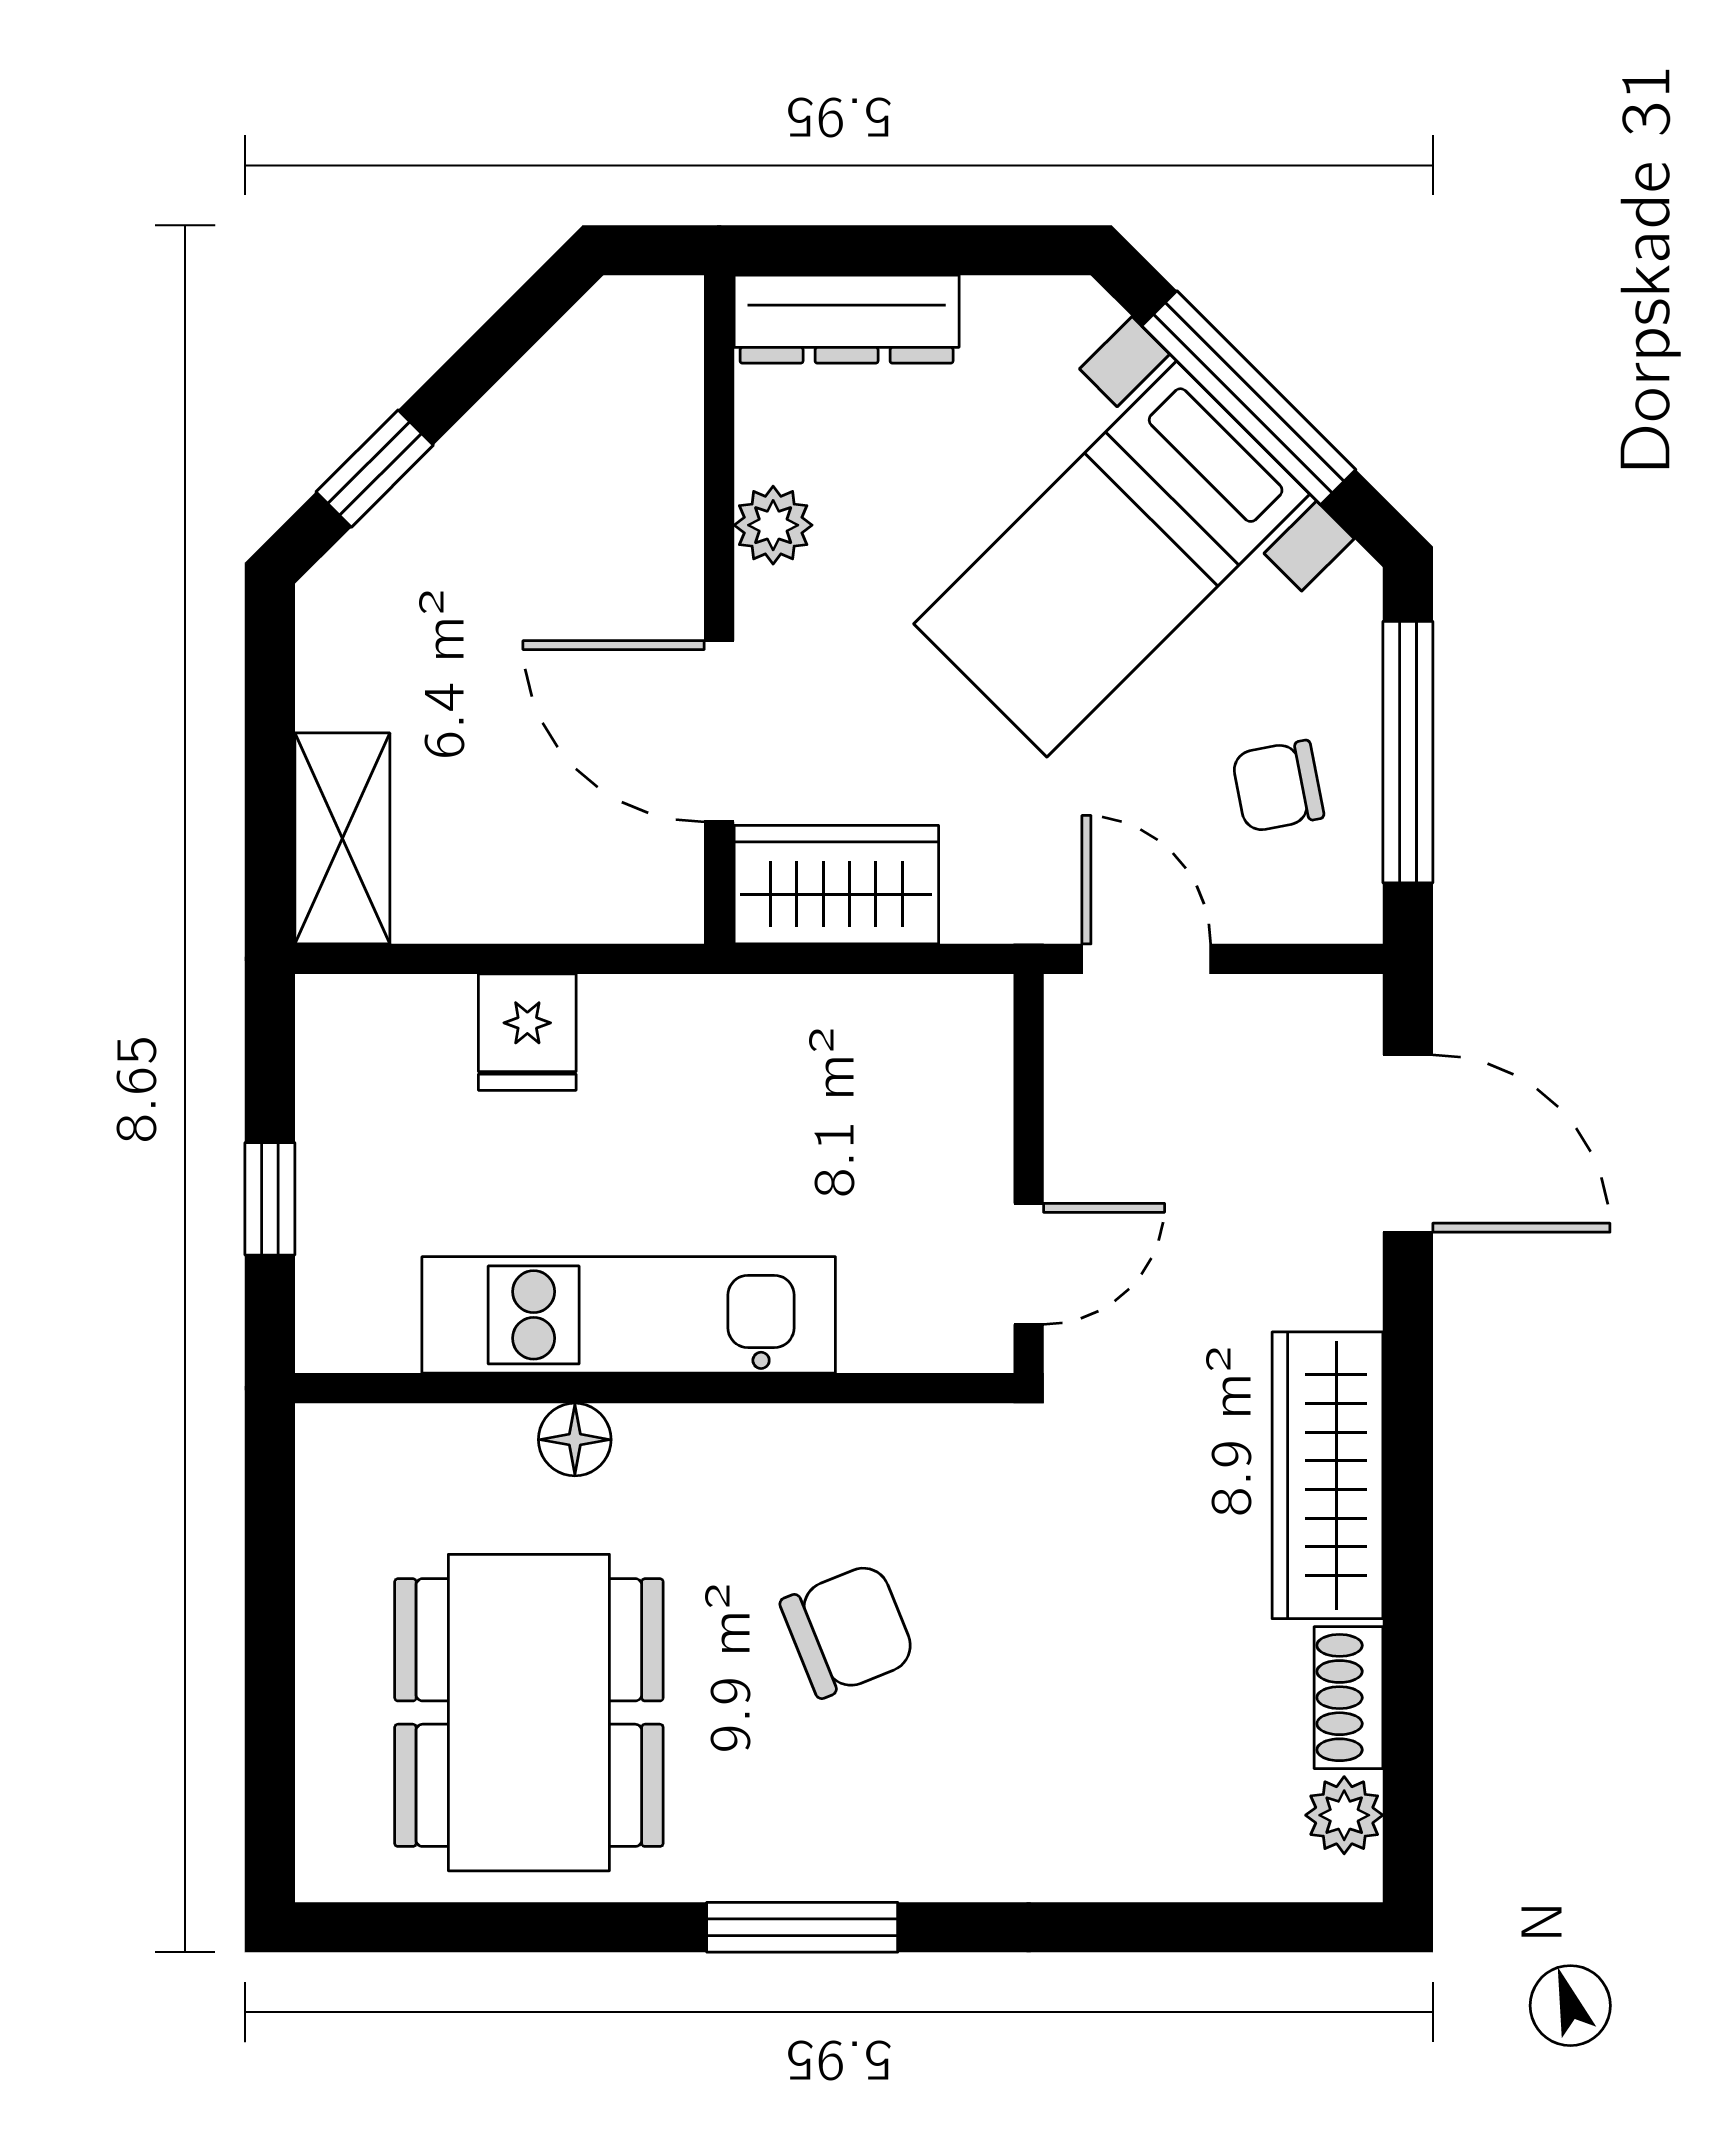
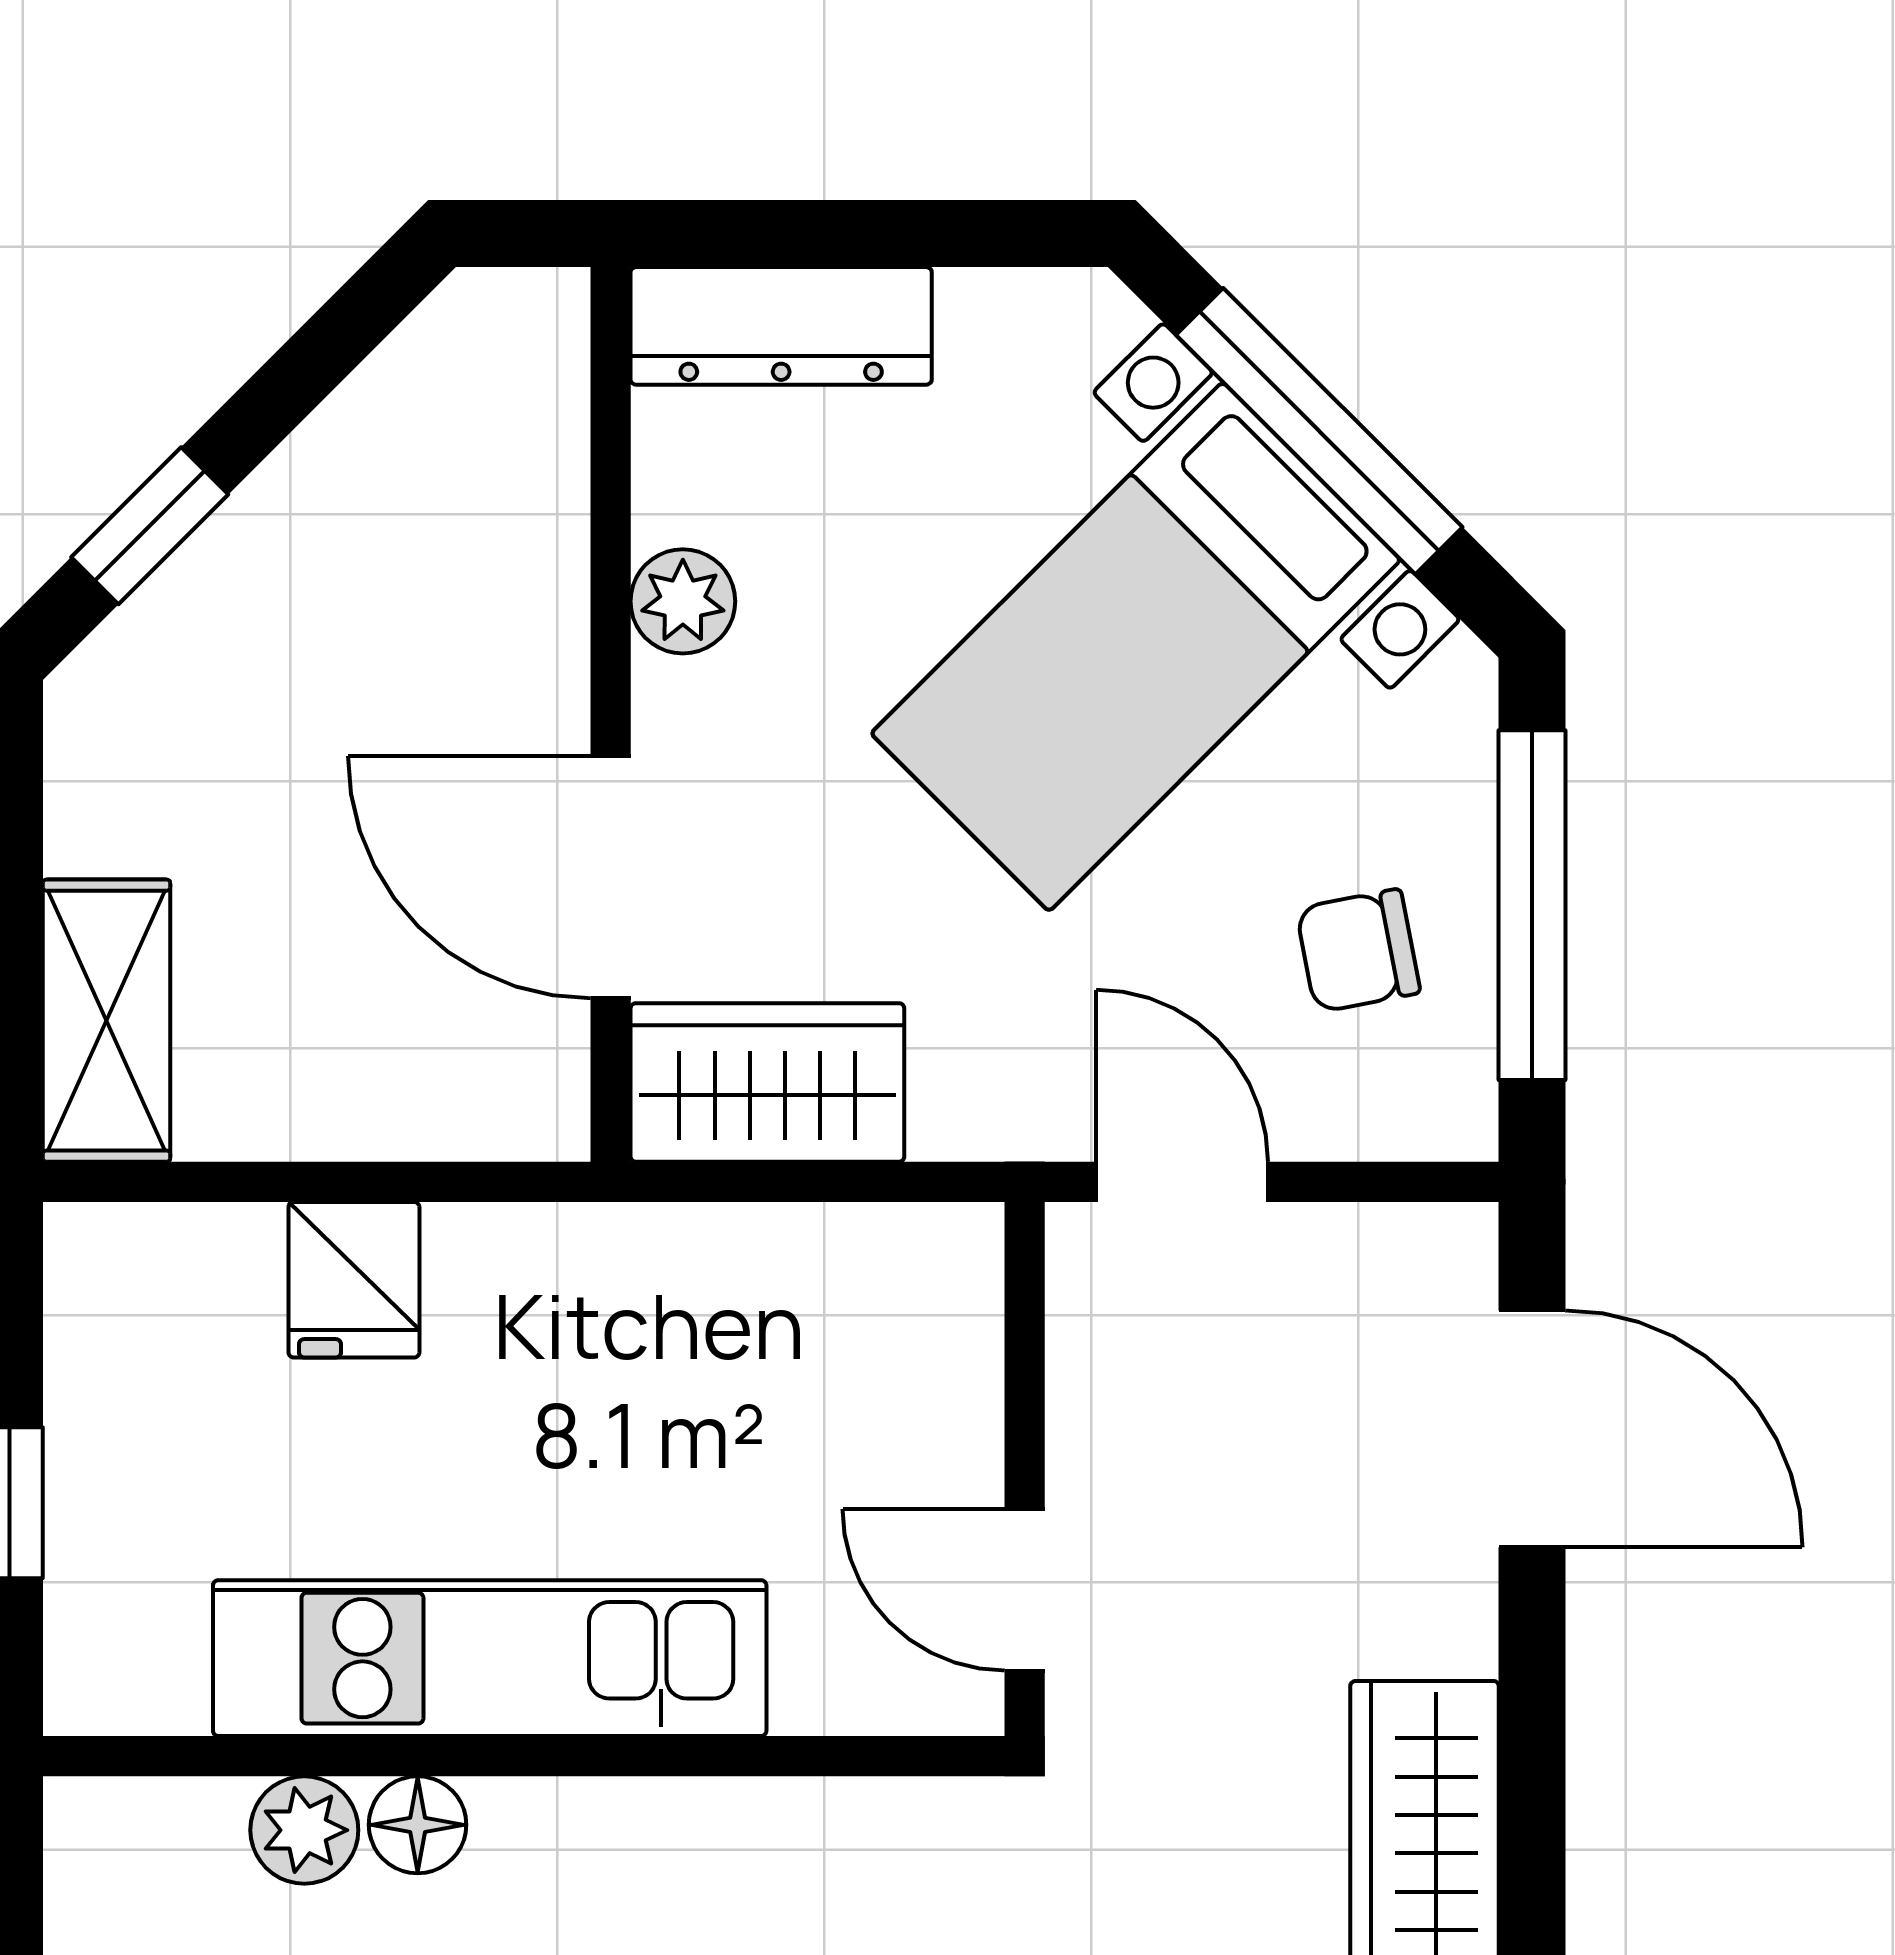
door: (1029, 1264) -> (1025, 1590), swing flipped
plant: (490, 1443) -> (304, 1830), added

